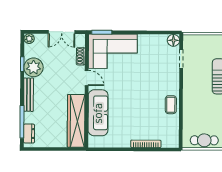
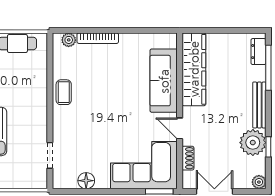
floor lamp: (173, 40) -> (86, 181), moved
plant: (167, 143) -> (69, 40), added

